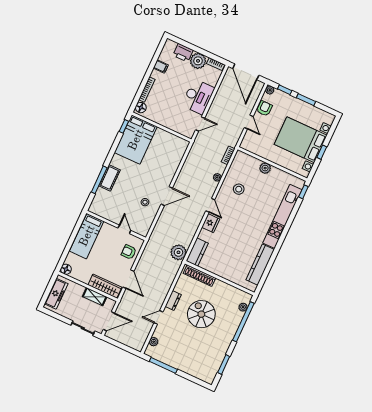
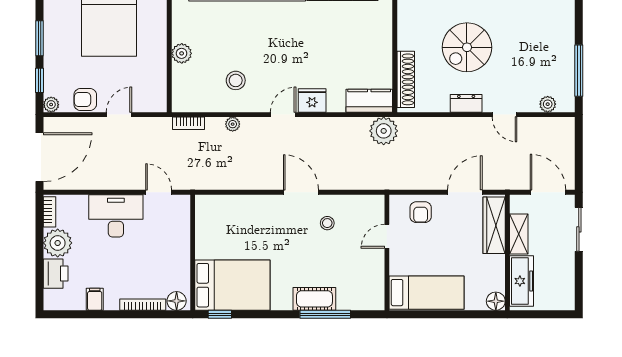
freezer: (56, 294) -> (521, 281), moved, turned 90

